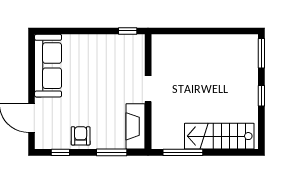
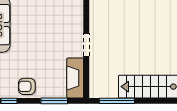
armchair: (81, 136) -> (27, 86), turned -90

